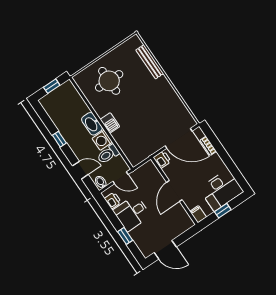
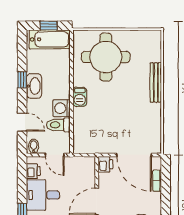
bench: (150, 62) -> (156, 82), moved
round table: (109, 81) -> (106, 57), width x1.36, depth x1.36
bathtub: (59, 96) -> (50, 39), added
washbasin: (92, 124) -> (34, 86), moved, turned 180

